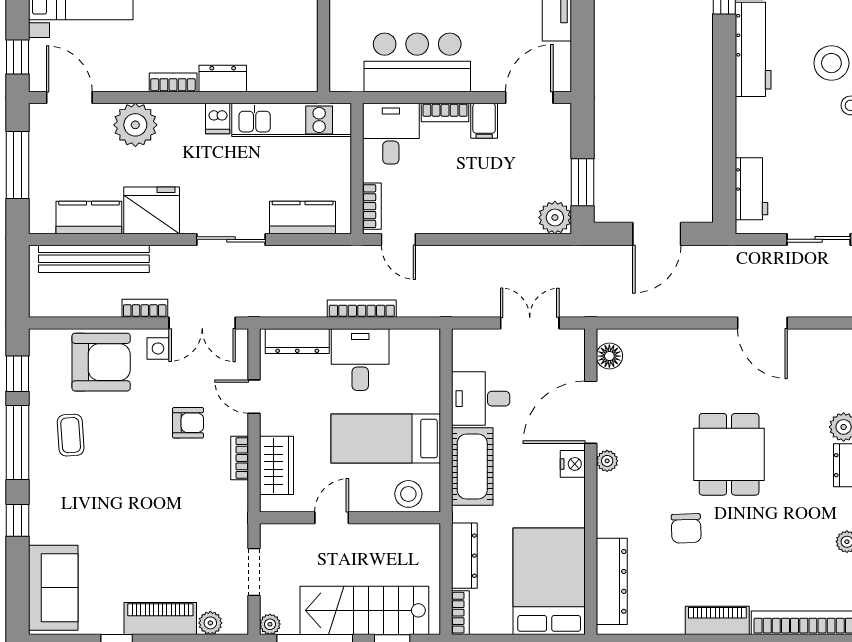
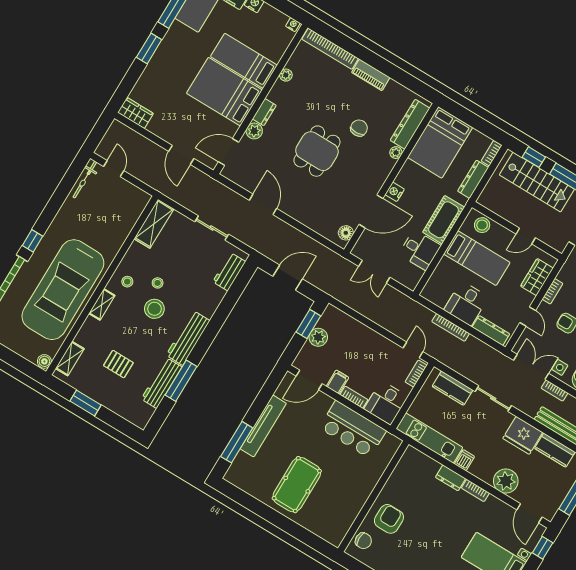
plant: (555, 217) -> (318, 337), moved
plant: (607, 461) -> (396, 153), moved

